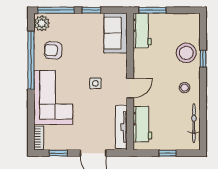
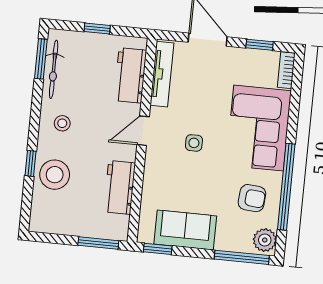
window: (92, 10) -> (158, 249), moved
workbench: (142, 31) -> (120, 187), moved
sofa: (116, 33) -> (185, 230), moved, turned -90
window: (203, 129) -> (41, 59), added

